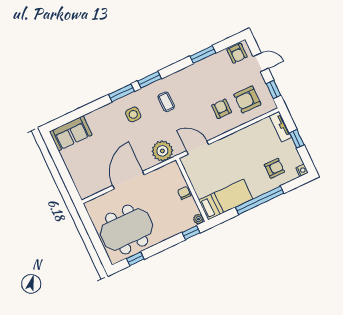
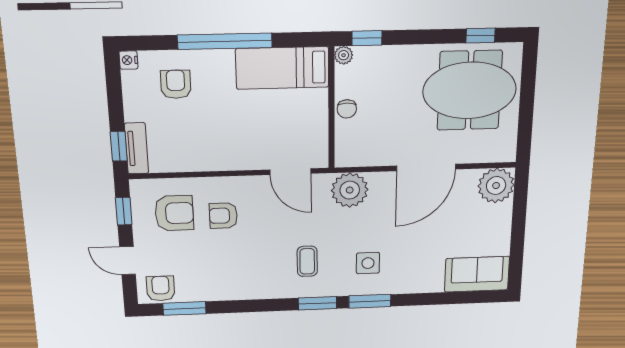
window: (203, 55) -> (184, 308), moved
armchair: (222, 109) -> (223, 216), turned 90
window: (297, 139) -> (119, 146), moved
armchair: (274, 168) -> (176, 84), turned 90
plant: (87, 186) -> (496, 186), added

